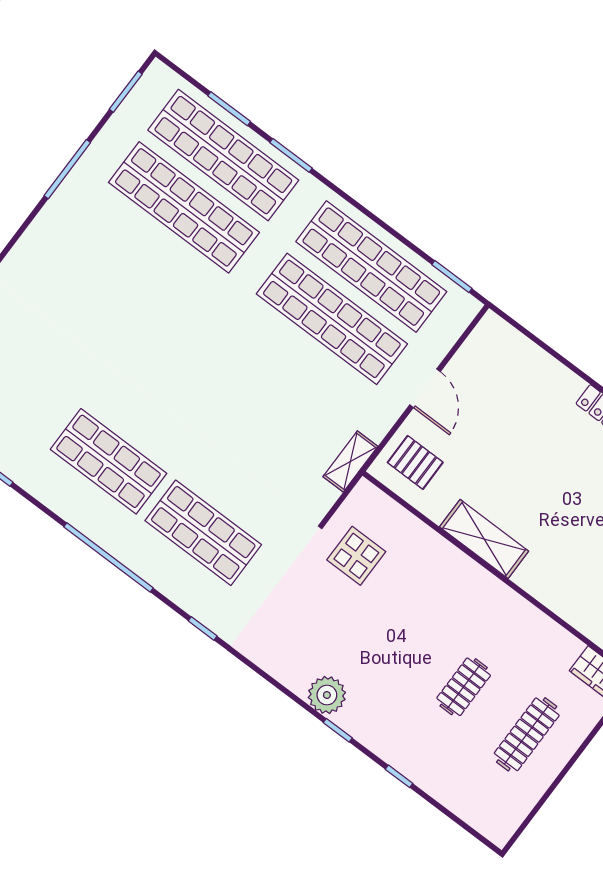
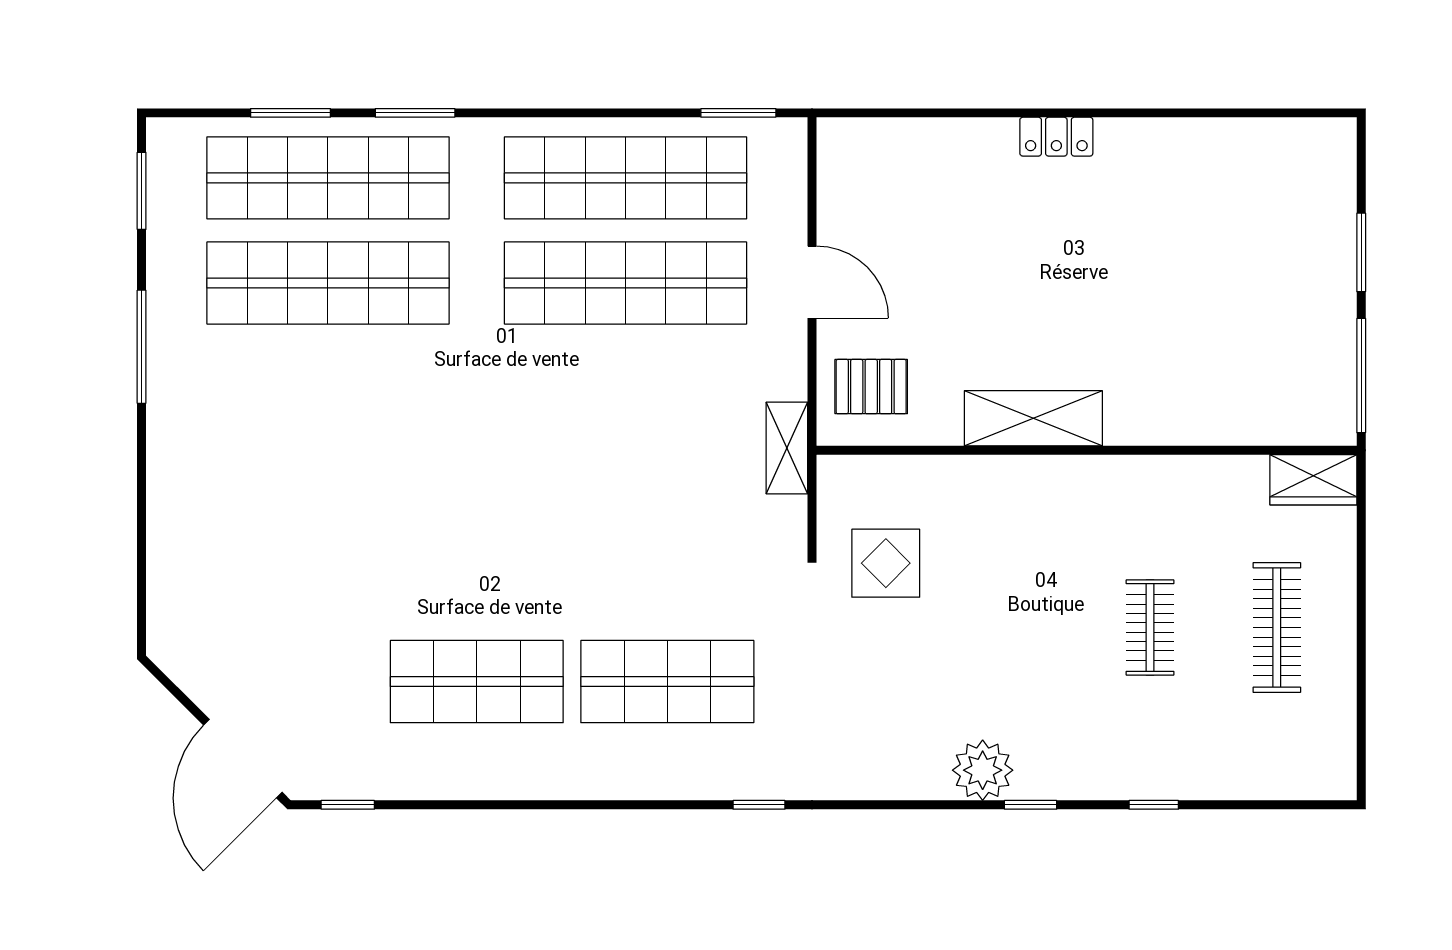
window: (108, 557) -> (570, 805), removed

